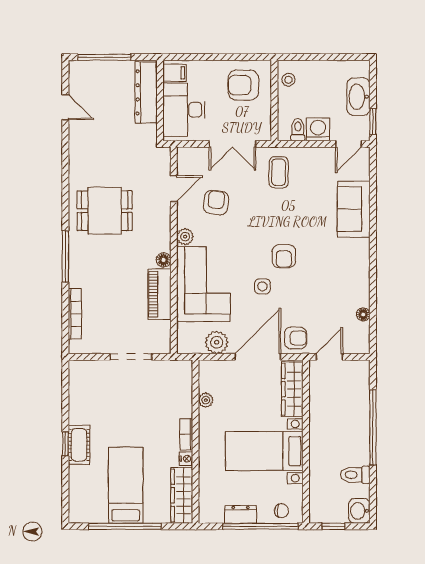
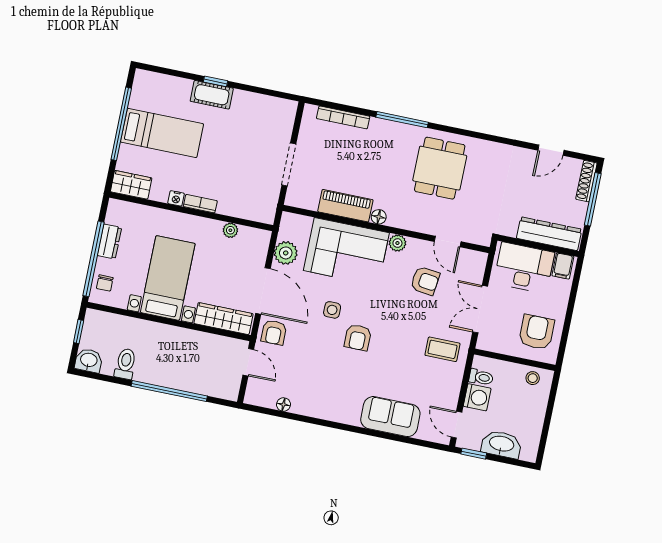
shoe rack: (88, 67) -> (586, 181), added
armchair: (284, 256) -> (358, 337), turned -90
wardrobe: (182, 495) -> (131, 185), width x0.67

